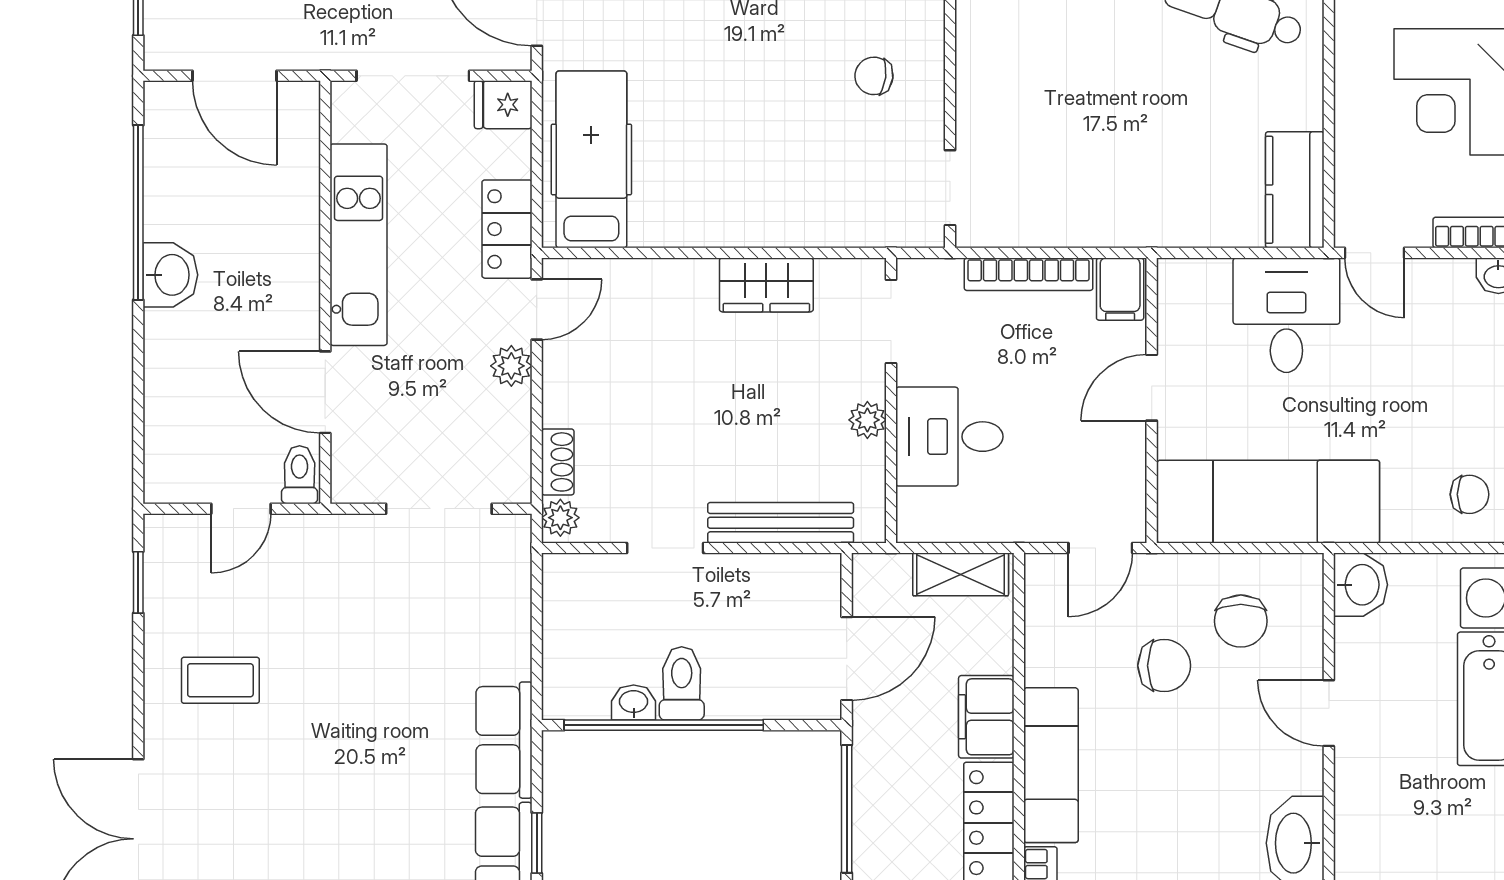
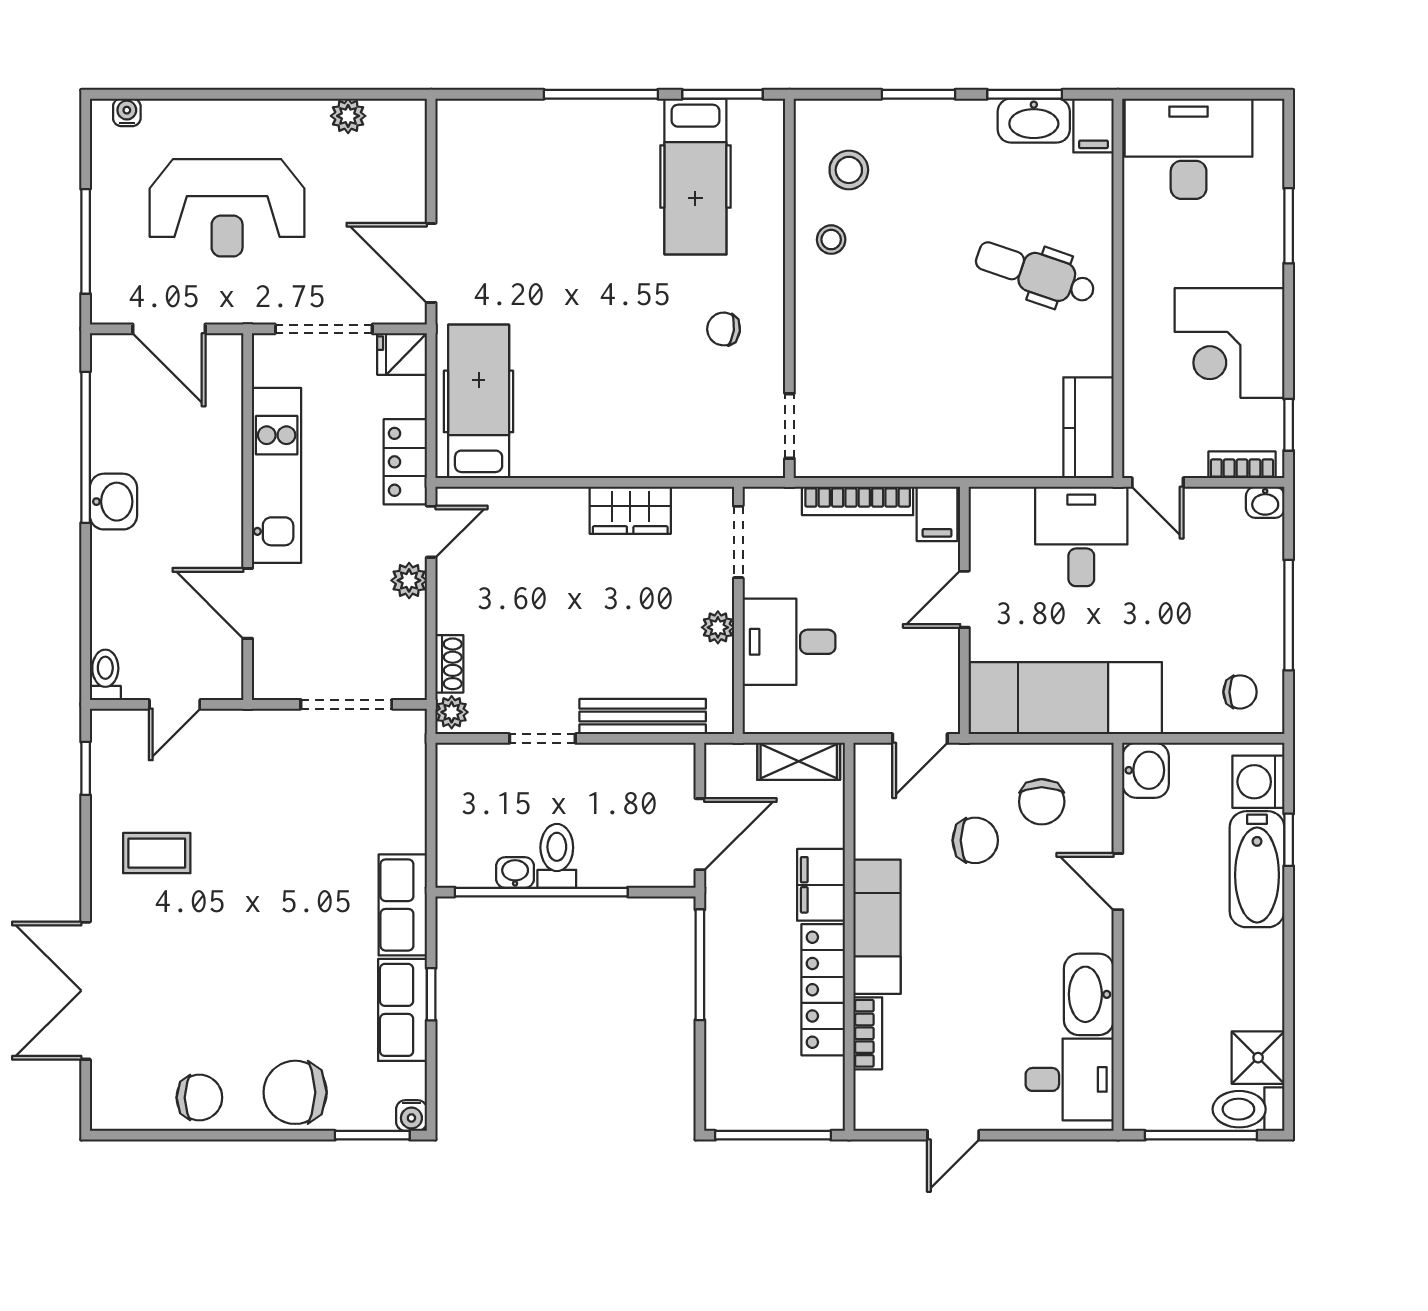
toilet: (300, 475) -> (105, 675), moved

